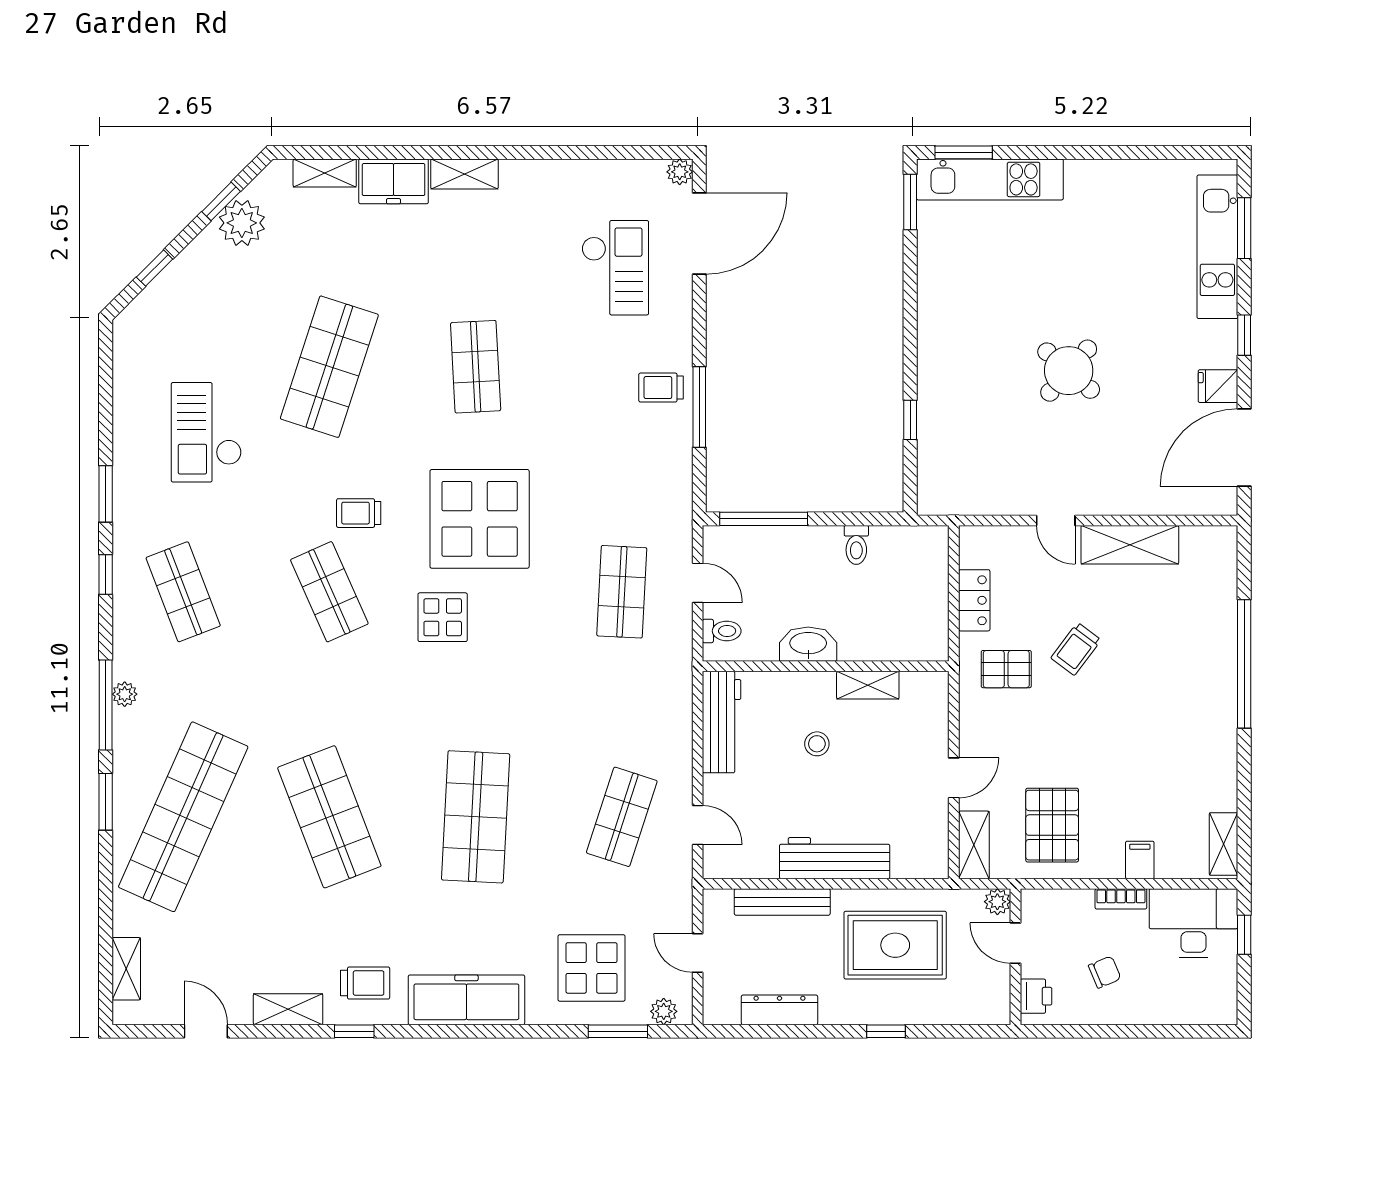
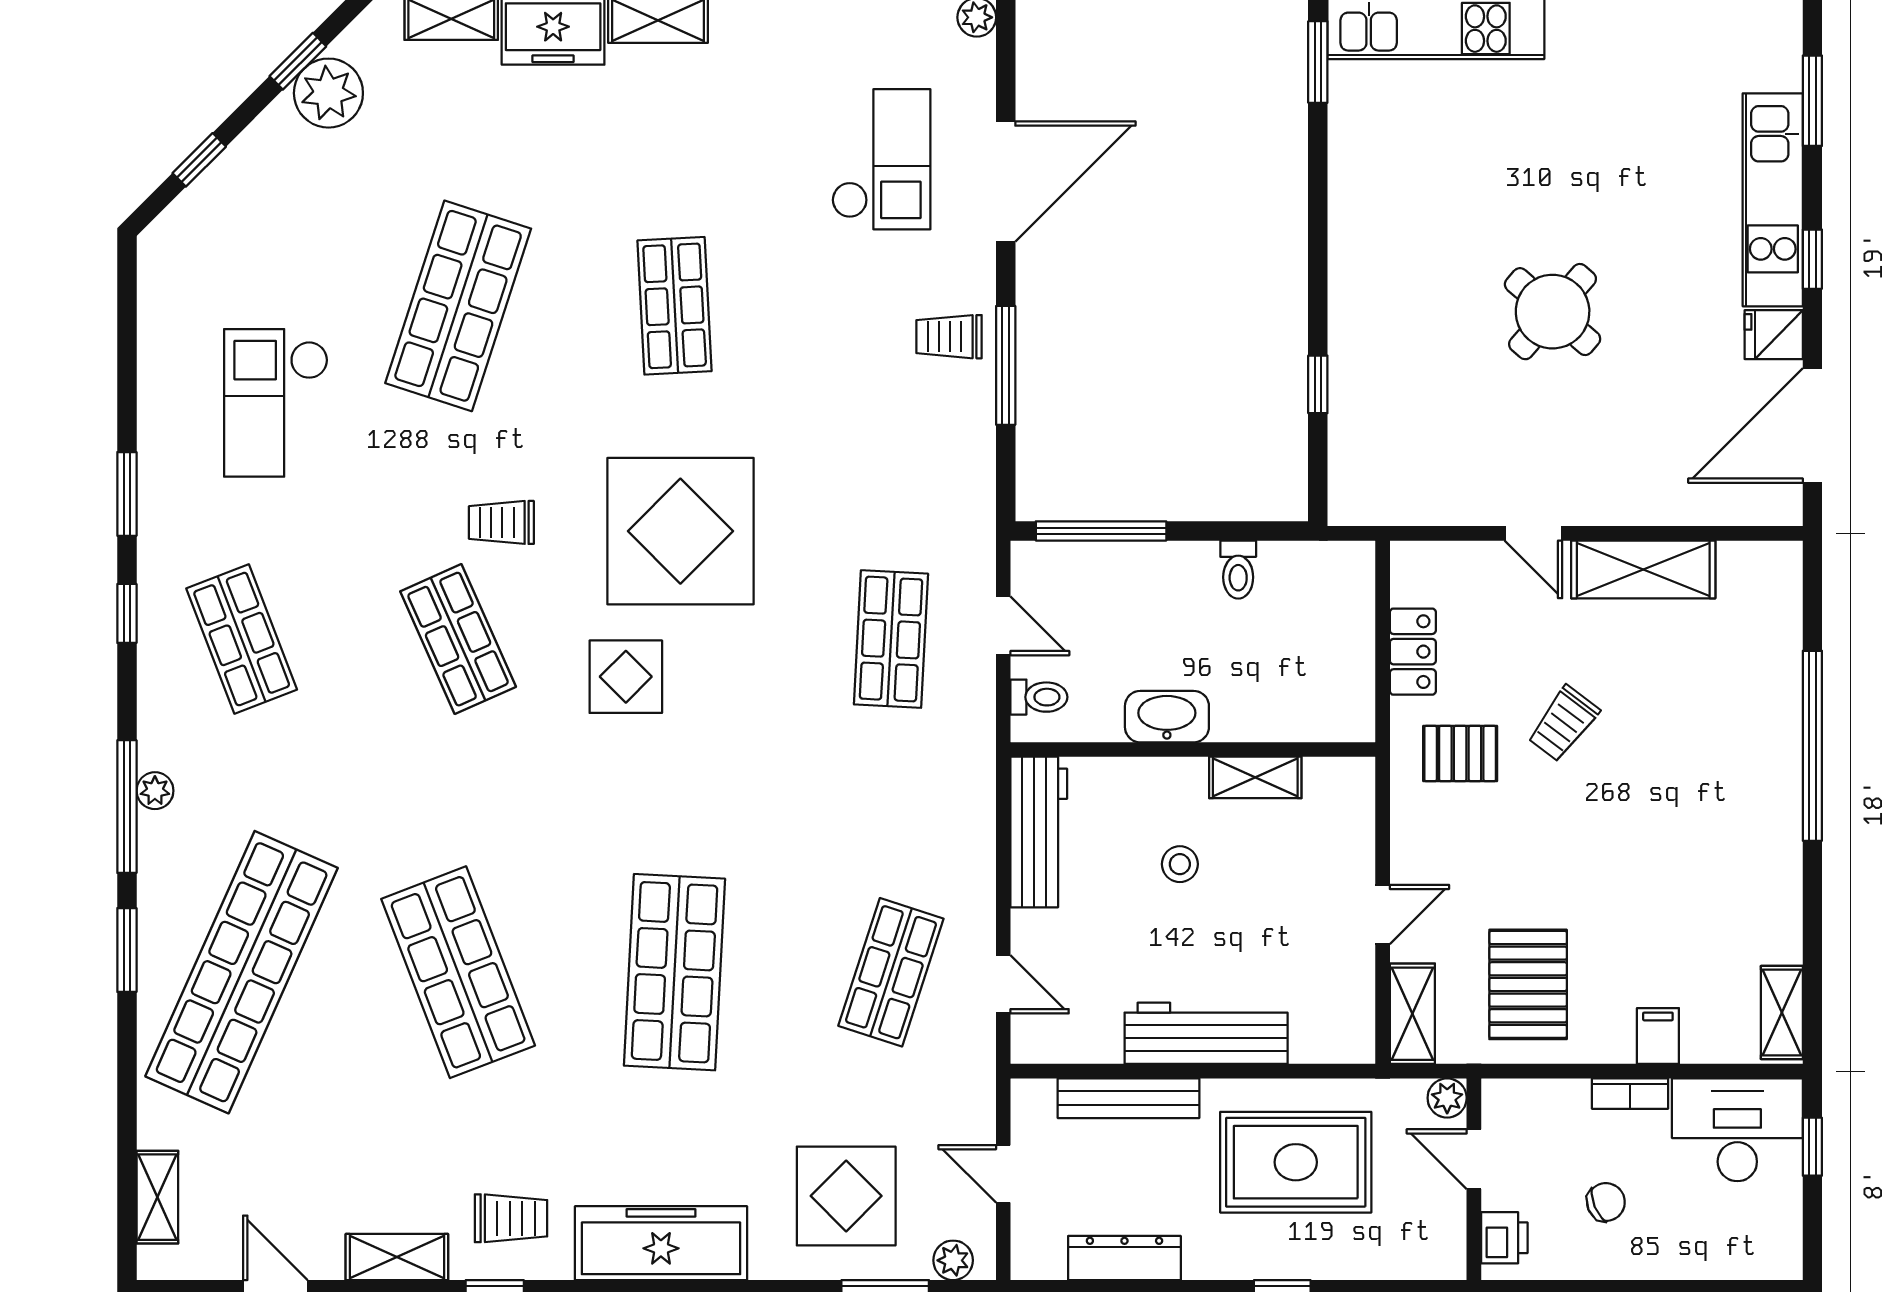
door: (699, 233) -> (1006, 181), moved
kitchen unit: (1217, 247) -> (1773, 200), moved

